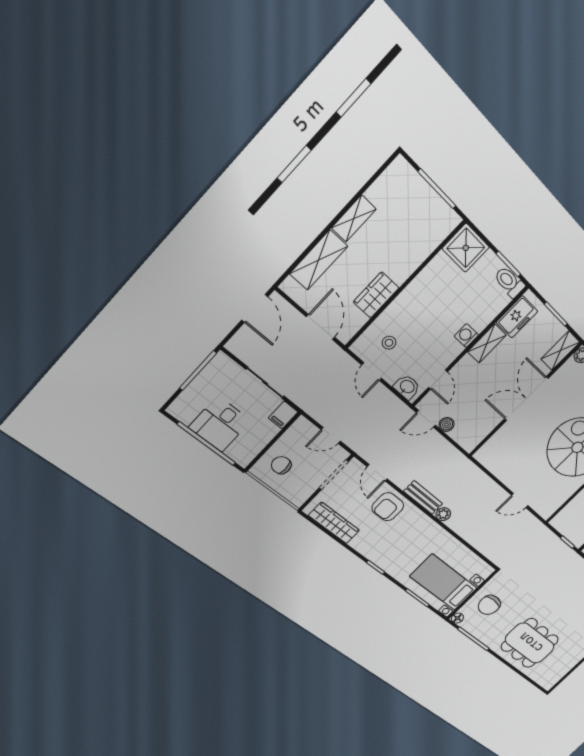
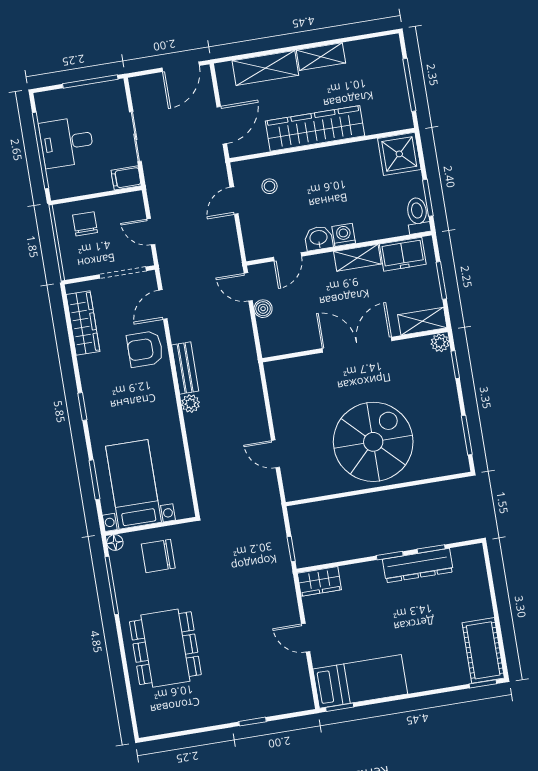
wardrobe: (376, 295) -> (315, 128), width x2.10, depth x1.17
washbasin: (407, 387) -> (319, 238), moved, turned -90

